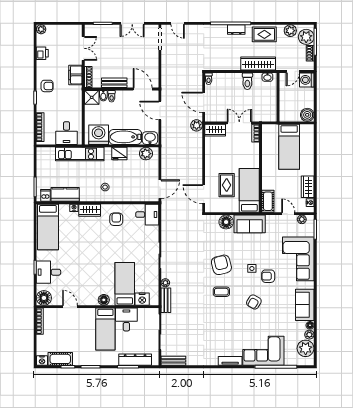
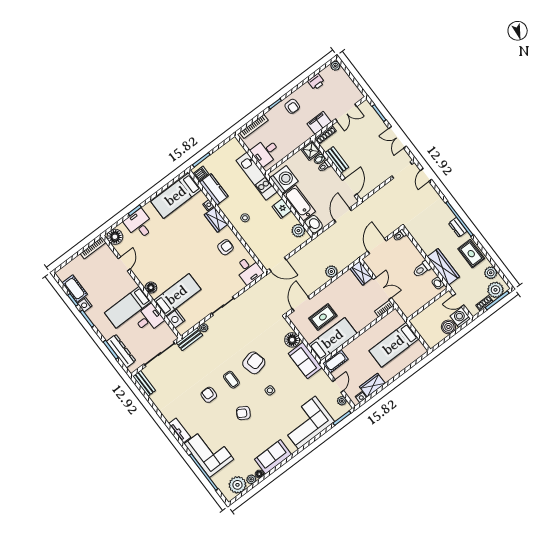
boiler: (307, 115) -> (448, 327), moved
plant: (197, 125) -> (331, 272), moved
armchair: (268, 276) -> (209, 395), moved
nightstand: (42, 361) -> (85, 305), moved

